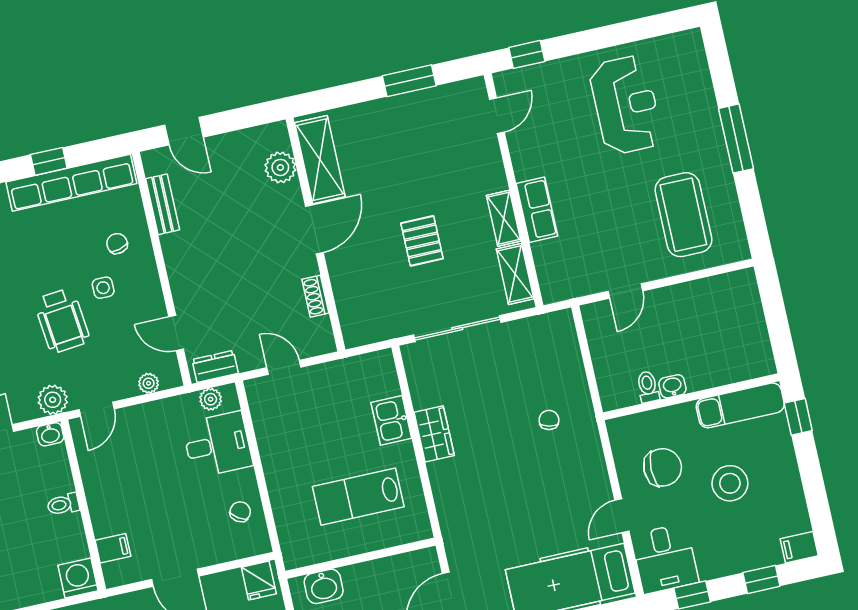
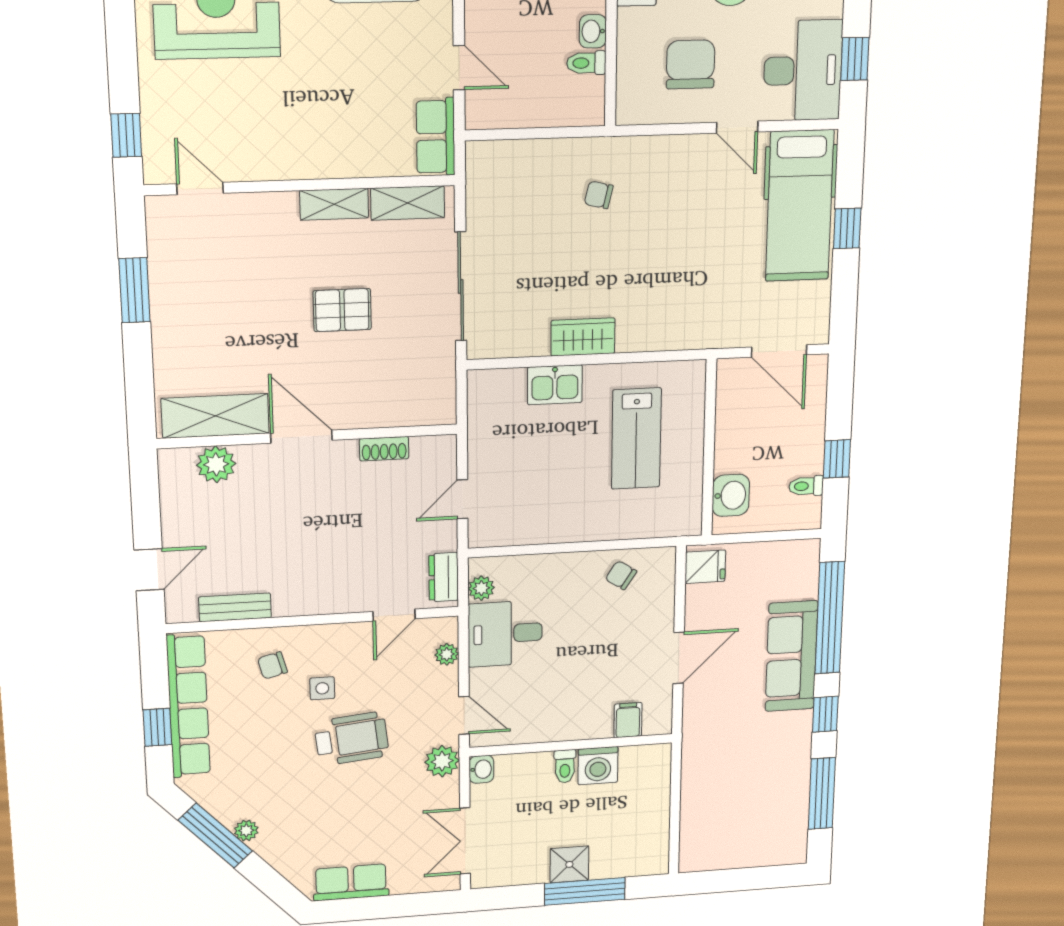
row of seats: (537, 210) -> (436, 137), moved, turned -90
desk: (217, 445) -> (505, 634), moved, turned -90
desk: (665, 559) -> (803, 70), width x1.37
washing machine: (78, 578) -> (598, 766), moved, turned -90

